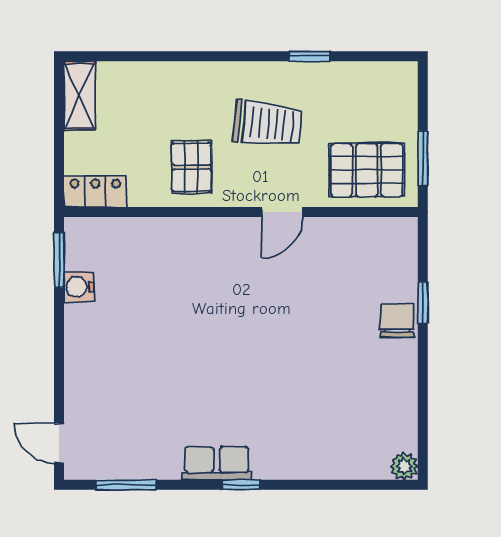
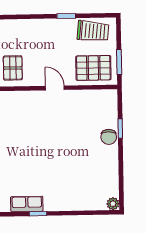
trolley: (267, 124) -> (93, 31), moved
door: (282, 212) -> (55, 88), swing flipped
chair: (397, 321) -> (109, 137), turned 180

